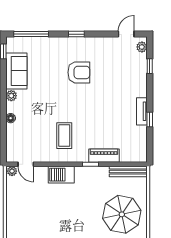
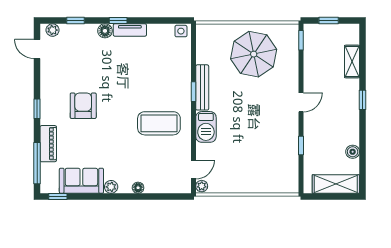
floor lamp: (141, 91) -> (105, 31), added
window: (150, 120) -> (118, 21), moved
coffee table: (64, 136) -> (159, 123), width x1.36, depth x1.32
side table: (141, 154) -> (181, 31), added
piano: (104, 156) -> (48, 144), moved, turned 180
bench: (128, 172) -> (202, 87), moved

